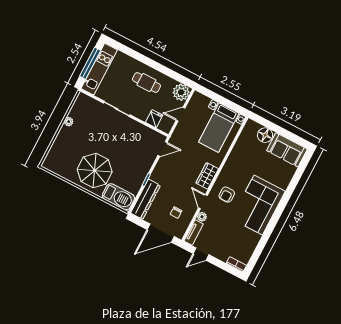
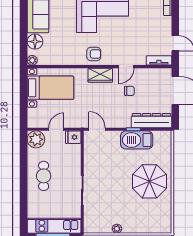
door: (181, 114) -> (56, 129), swing flipped
fridge: (154, 119) -> (73, 137), moved
armchair: (227, 195) -> (94, 54), moved
barbecue: (118, 197) -> (137, 140), moved, turned -90
chair: (176, 213) -> (129, 91), moved
plant: (202, 217) -> (32, 60), moved

